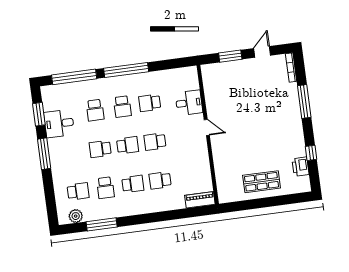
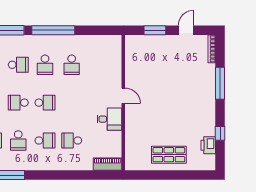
school desk: (150, 103) -> (72, 65), turned -90
desk: (189, 103) -> (109, 119), moved
school desk: (95, 110) -> (18, 65), turned -90
school desk: (155, 142) -> (72, 103), removed

